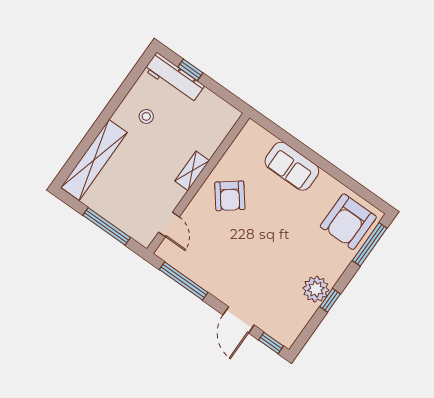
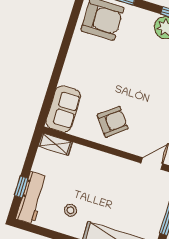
sofa: (292, 166) -> (63, 109), moved
shelving: (192, 171) -> (55, 144), moved

